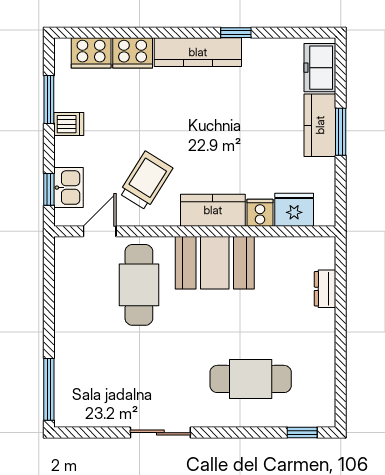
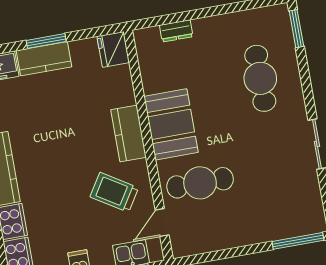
fridge: (294, 210) -> (113, 49), moved
cooker: (260, 213) -> (124, 95), removed
door: (100, 231) -> (162, 223), hinge flipped
window: (302, 433) -> (296, 29), width x1.50

